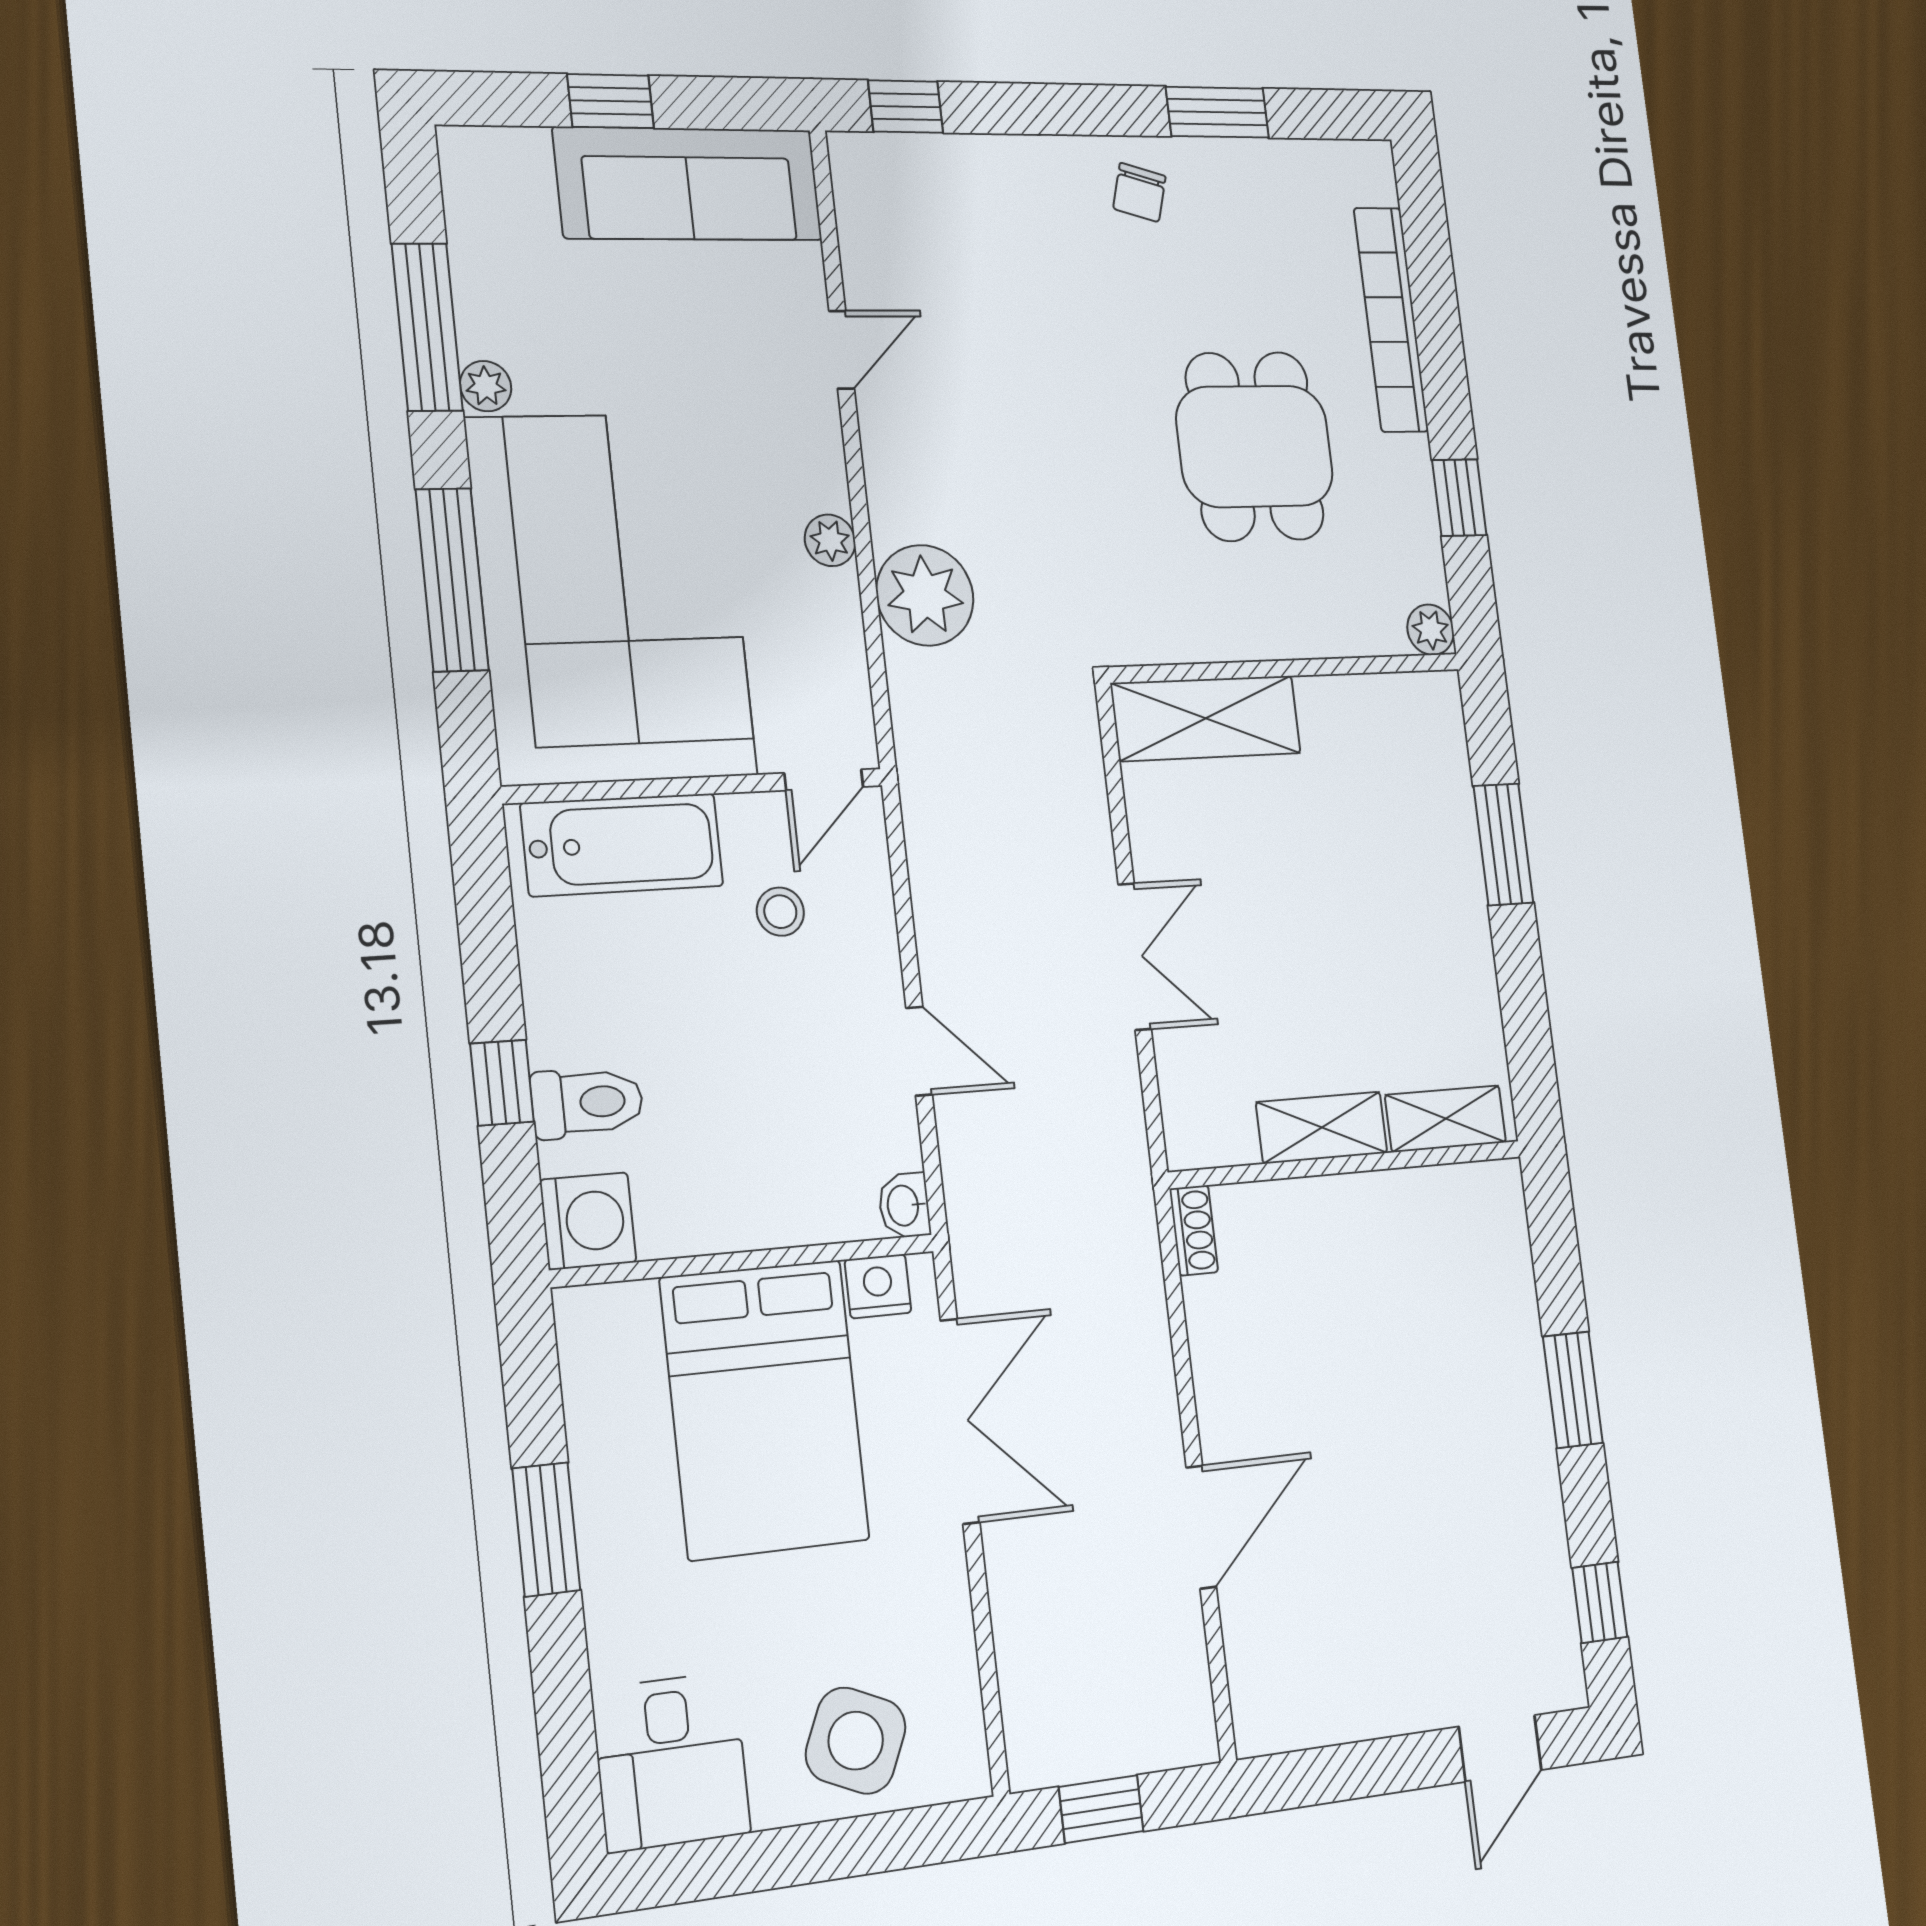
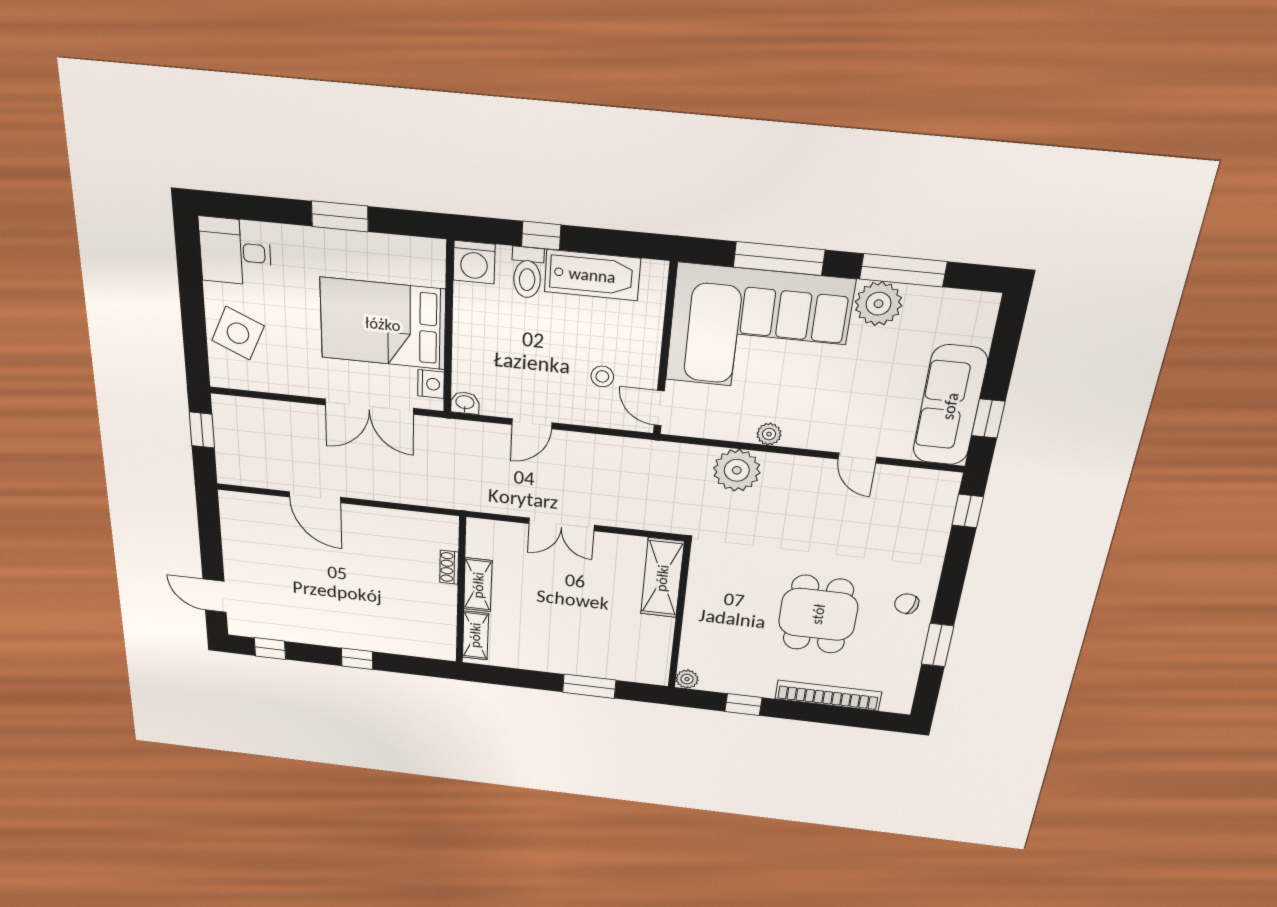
window: (611, 101) -> (988, 419), moved
plant: (486, 386) -> (879, 304), width x1.88, depth x1.88
dining table: (1255, 446) -> (818, 614), moved, turned 90
bathtub: (622, 845) -> (592, 275), moved, turned -90
shoe rack: (1194, 1230) -> (449, 567), moved, turned 90
window: (1573, 1390) -> (357, 659), width x0.67

